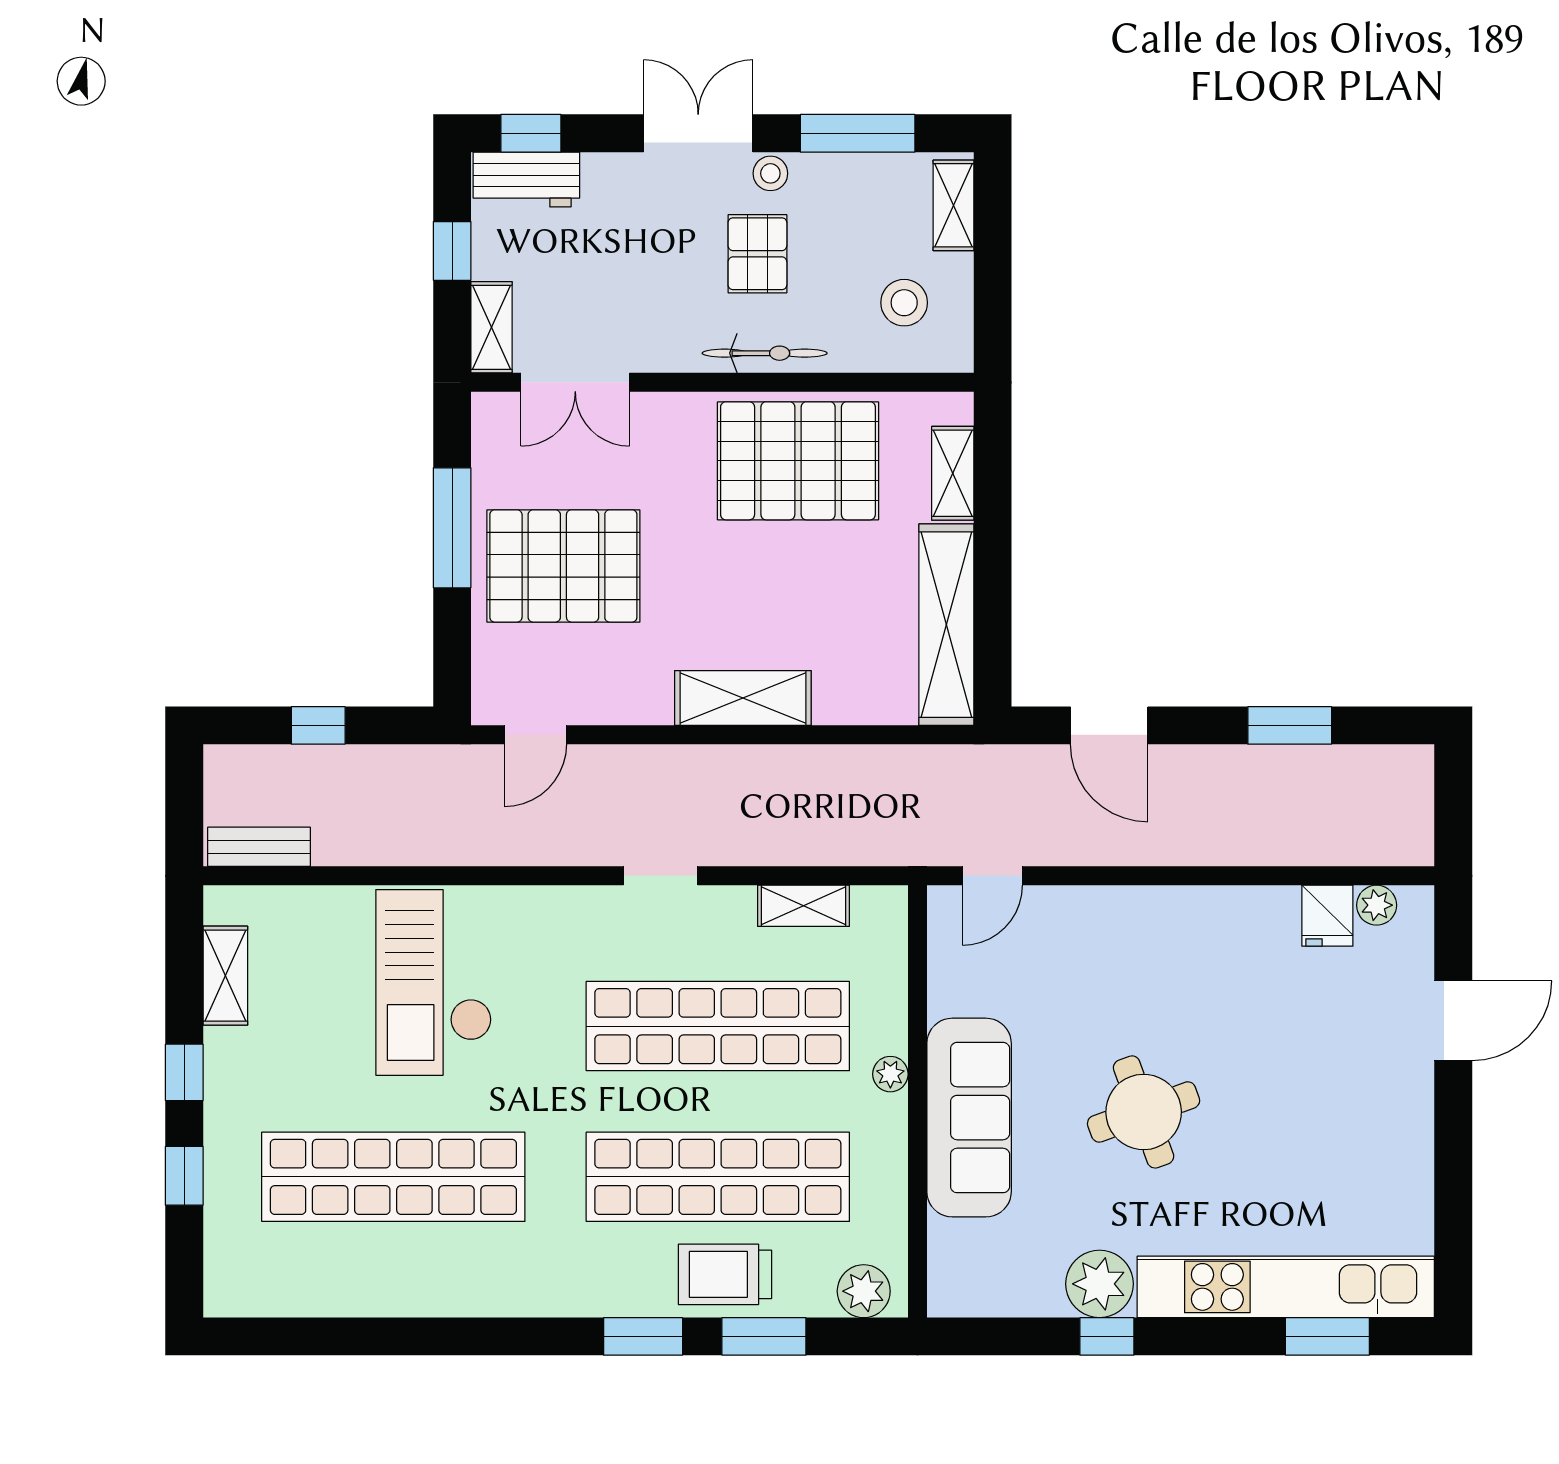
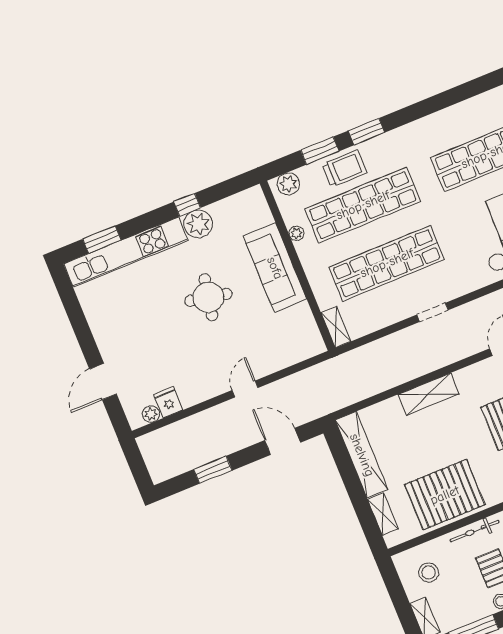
door: (992, 876) -> (245, 389), moved
shelving: (803, 906) -> (336, 327), moved, turned 90
plant: (890, 1074) -> (296, 233), moved
round table: (1144, 1112) -> (208, 297), turned 31

